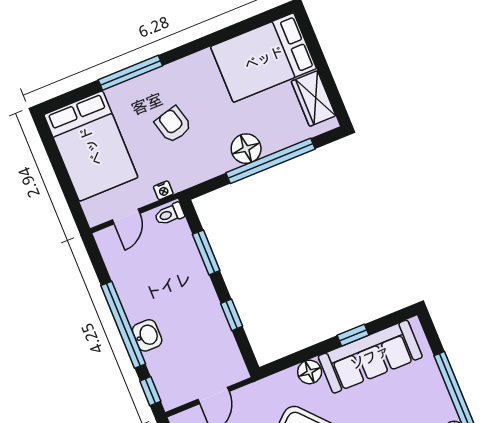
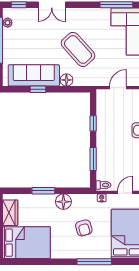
floor lamp: (246, 149) -> (63, 202), moved
window: (271, 161) -> (43, 191), width x0.47

